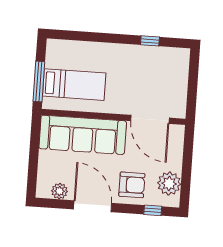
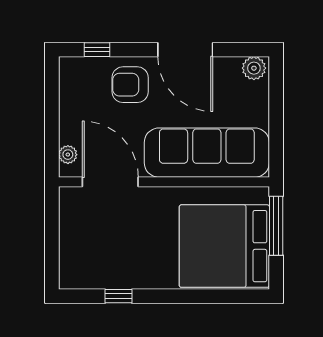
bed: (74, 85) -> (224, 246), width x2.04
plant: (169, 184) -> (68, 155), moved, width x0.53, depth x0.53
plant: (60, 191) -> (254, 68), moved

